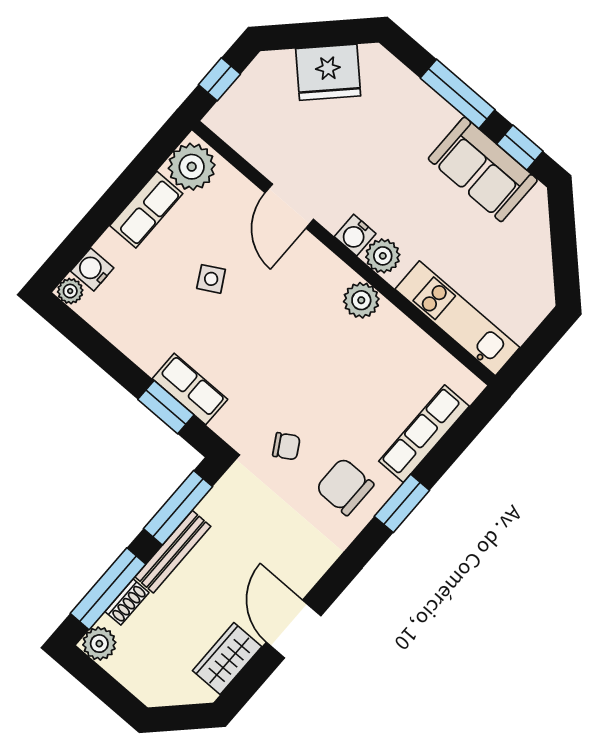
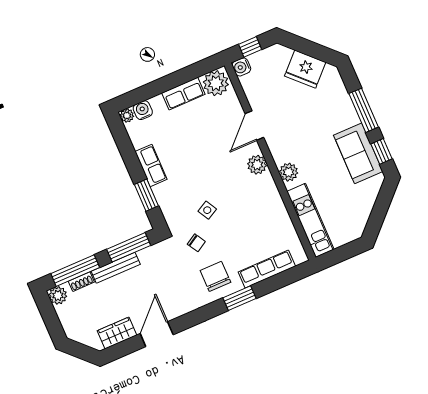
water cooler: (355, 235) -> (241, 67), moved
side table: (211, 279) -> (207, 210), moved
plant: (361, 300) -> (257, 165), moved
row of seats: (190, 389) -> (151, 165), moved

